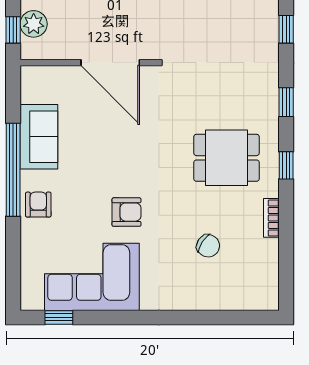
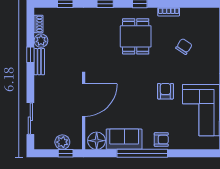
floor lamp: (36, 86) -> (97, 141), added
armchair: (38, 205) -> (161, 140), turned 180

